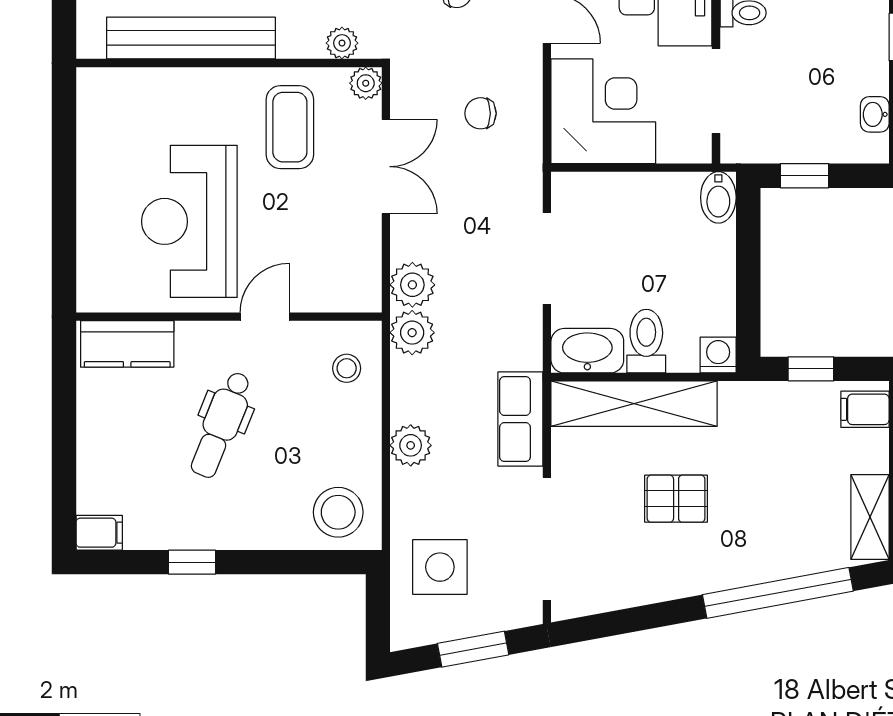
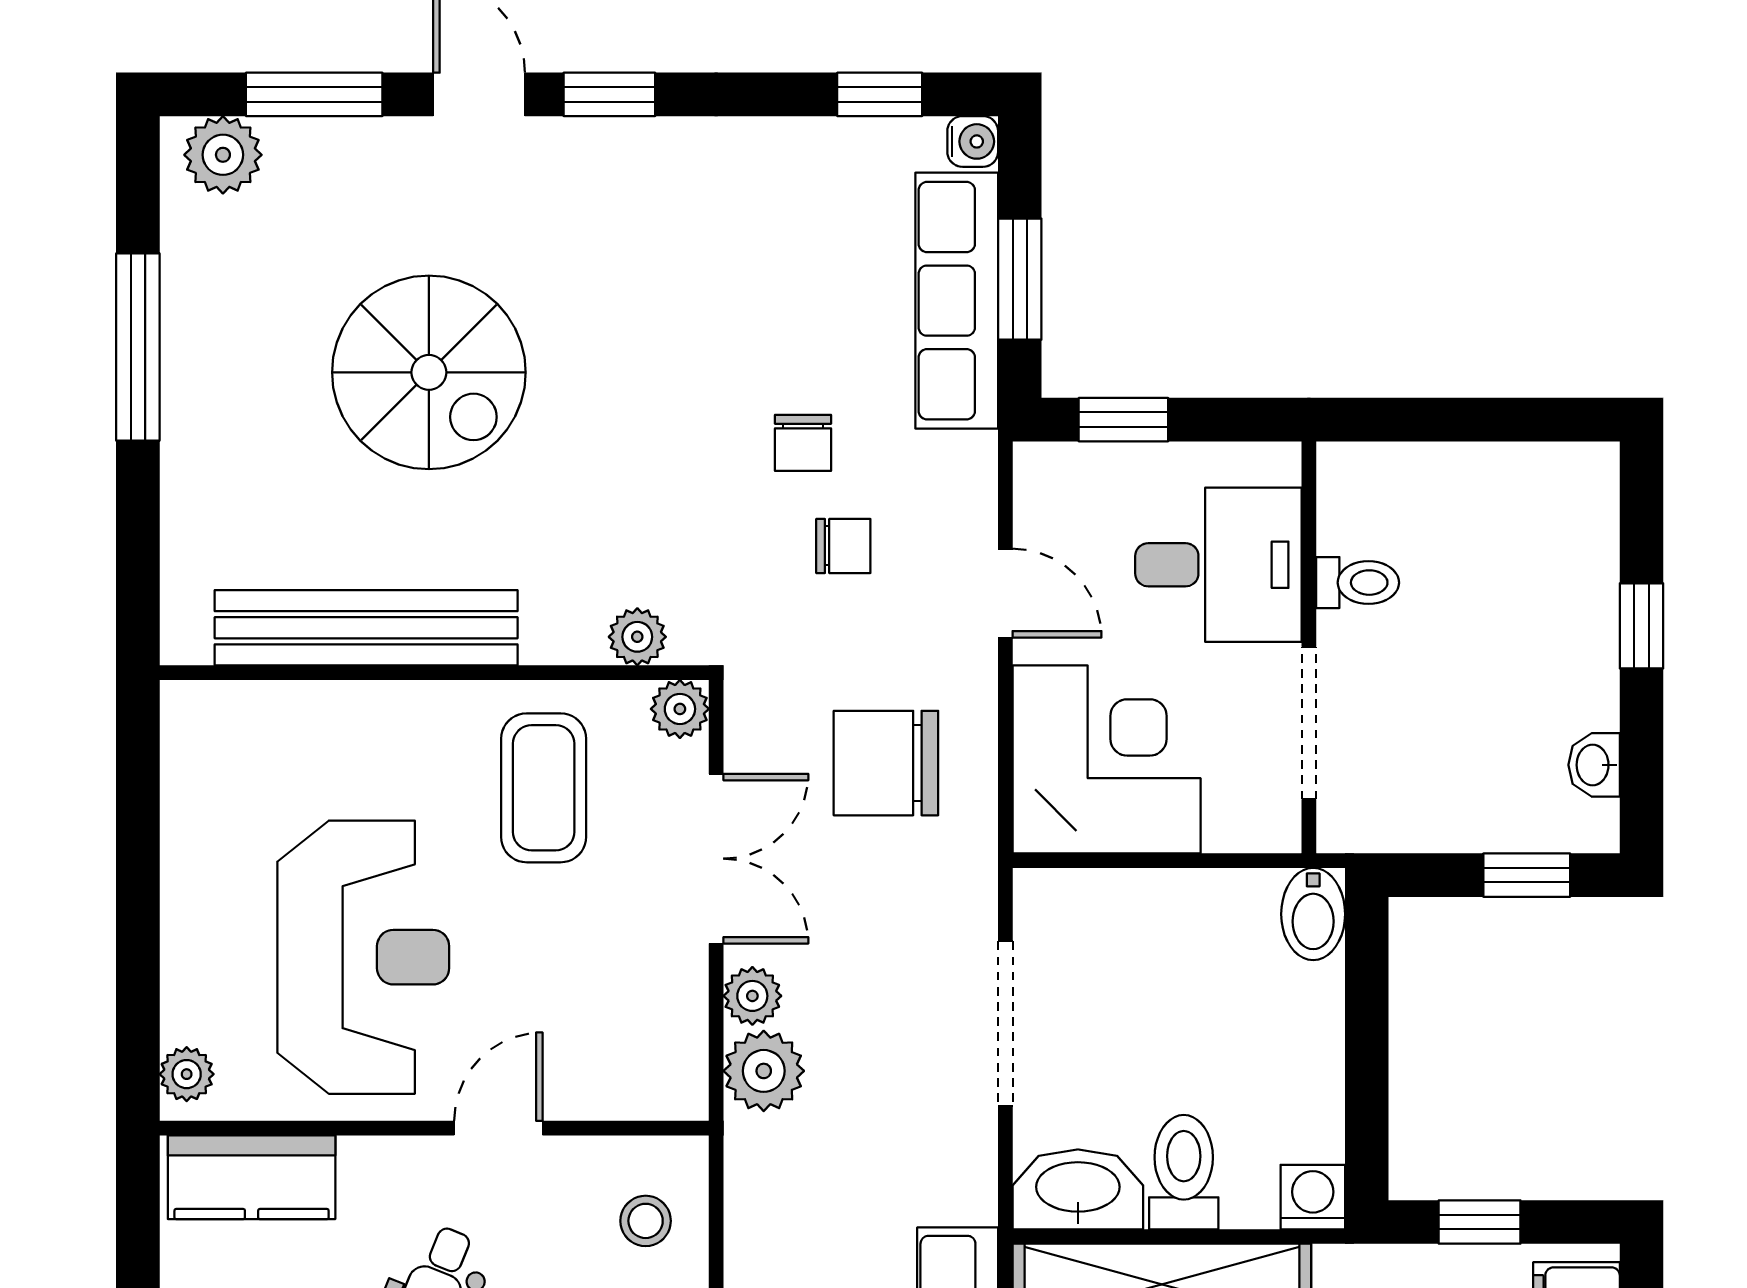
chair: (480, 113) -> (886, 763), width x1.87, depth x1.87
window: (805, 176) -> (1527, 875), moved
reception desk: (189, 221) -> (363, 957), turned 180
plant: (91, 287) -> (187, 1074), added
plant: (412, 333) -> (752, 996), moved, width x0.73, depth x0.73

